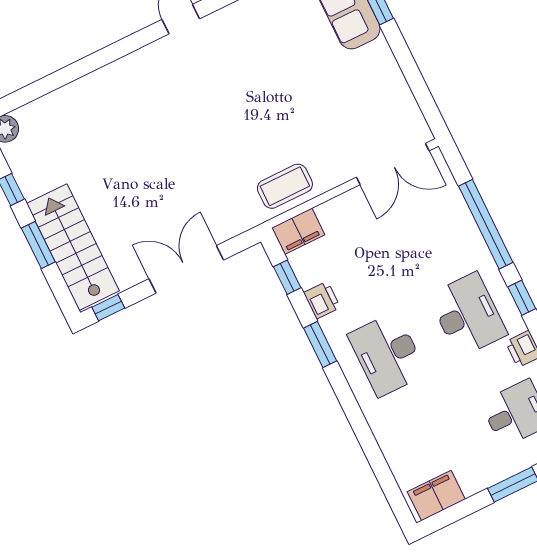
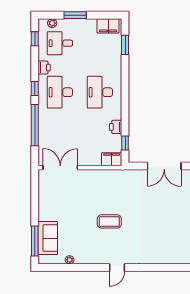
coffee table: (285, 186) -> (109, 221), moved
window: (320, 344) -> (125, 45), moved
desk: (387, 354) -> (100, 92), turned 180

